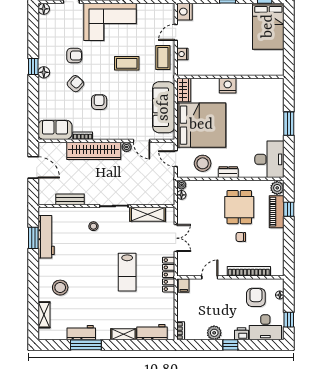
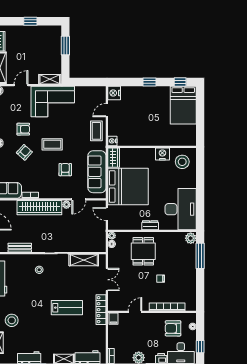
nightstand: (182, 54) -> (112, 141), moved
coffee table: (127, 63) -> (52, 144), moved
nightstand: (228, 86) -> (162, 154), moved
armchair: (99, 102) -> (65, 170), moved
window: (289, 124) -> (200, 185), removed
door: (142, 141) -> (79, 199), hinge flipped
desk: (269, 159) -> (181, 209), width x1.36, depth x1.30
stool: (203, 163) -> (182, 162), moved
dining table: (239, 207) -> (143, 251), moved
window: (289, 209) -> (200, 256), width x2.17
piano: (277, 212) -> (190, 258), removed
lab bench: (127, 272) -> (67, 308), turned -90
armchair: (256, 297) -> (173, 328), turned -90

